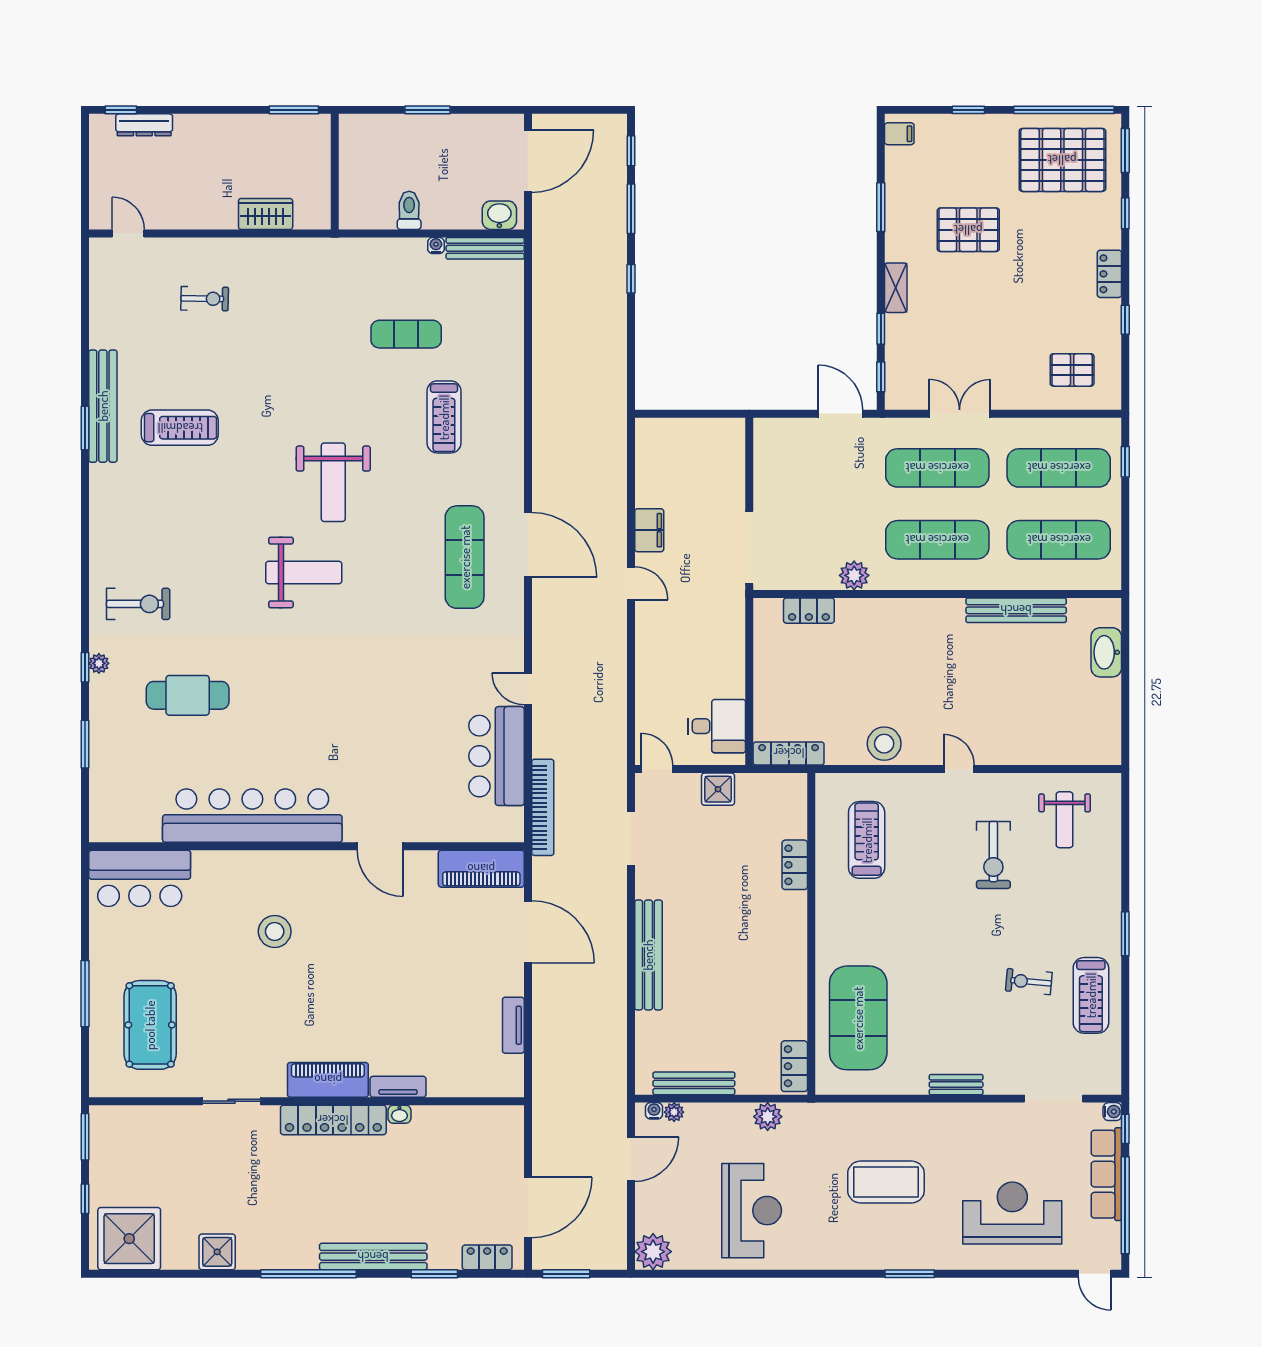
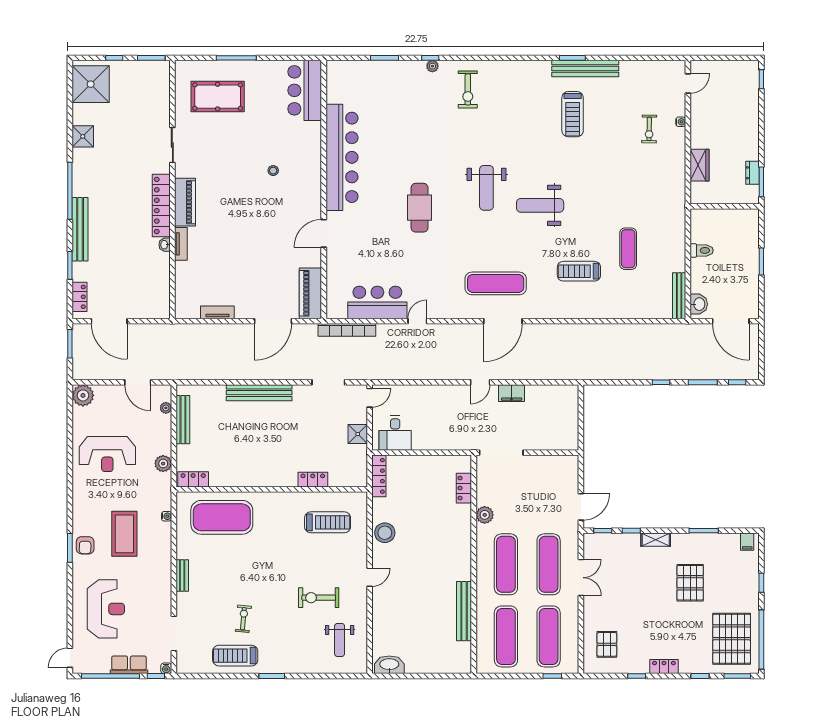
dresser: (144, 125) -> (752, 173), moved, width x0.70
water cooler: (436, 246) -> (681, 122), moved
washbasin: (1106, 652) -> (389, 665), moved
cafe table: (188, 695) -> (420, 208), moved
weight bench: (1065, 820) -> (340, 640), turned -90
stool: (275, 931) -> (273, 171), width x0.53, depth x0.53
water cooler: (654, 1111) -> (167, 516), moved
row of seats: (1106, 1174) -> (129, 665), width x0.68
armchair: (905, 1248) -> (85, 545), added

